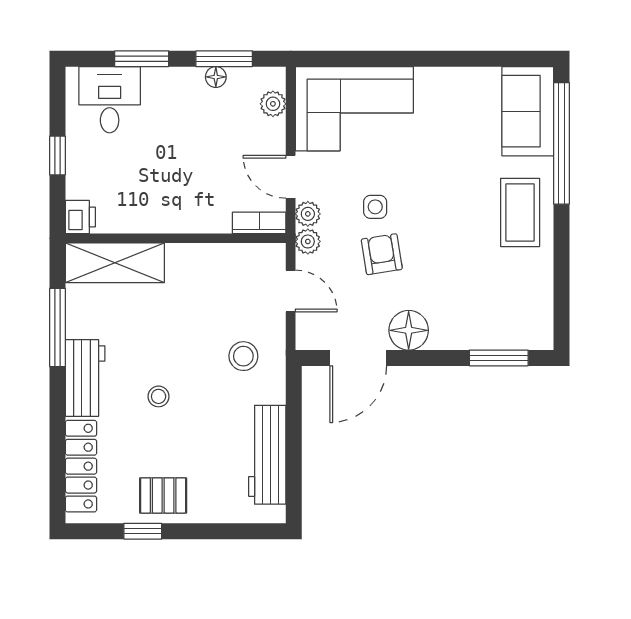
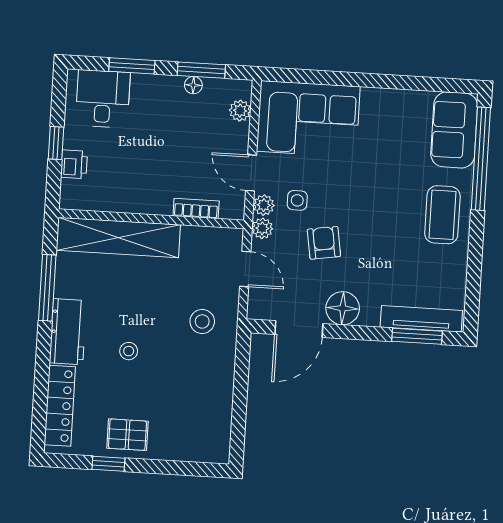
side table: (375, 207) -> (297, 200), moved
printer: (80, 217) -> (74, 164), moved
bookcase: (259, 223) -> (196, 208), moved
shelving: (115, 263) -> (118, 237), width x1.47
tv unit: (503, 337) -> (421, 319), added
workbench: (267, 455) -> (217, 406), removed

